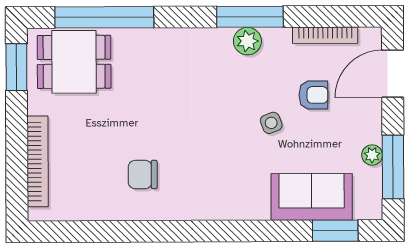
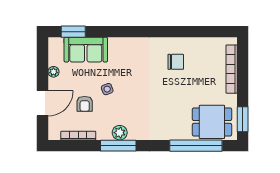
door: (393, 74) -> (42, 103), moved
armchair: (313, 95) -> (85, 104), turned -90
window: (393, 167) -> (42, 65), removed

